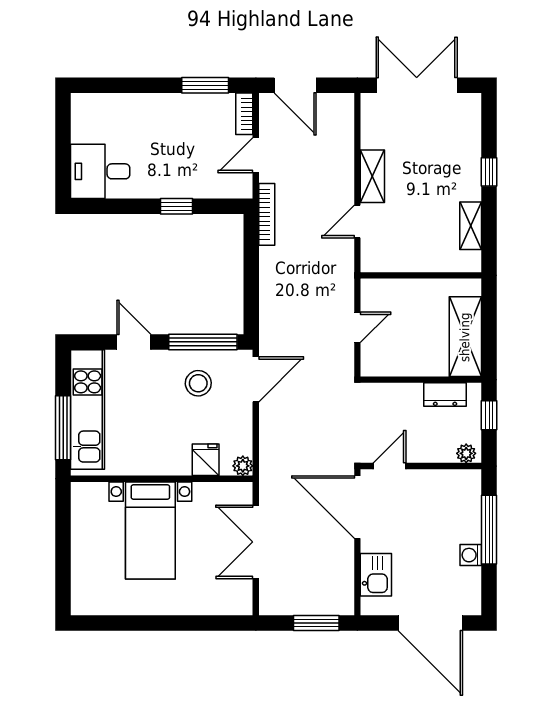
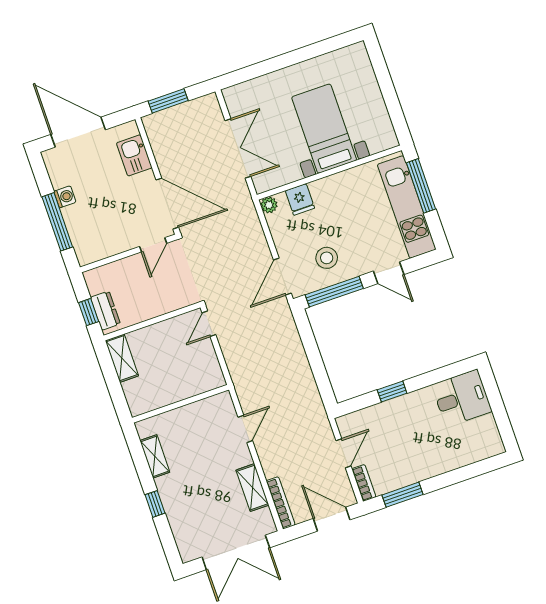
shelving: (372, 176) -> (252, 488), moved
bookcase: (267, 214) -> (281, 503), moved, turned 180
door: (357, 327) -> (209, 324), moved
shelving: (465, 337) -> (122, 358), width x0.67, depth x0.75
dresser: (445, 395) -> (105, 311), moved, turned 90
plant: (466, 453) -> (96, 276), removed

